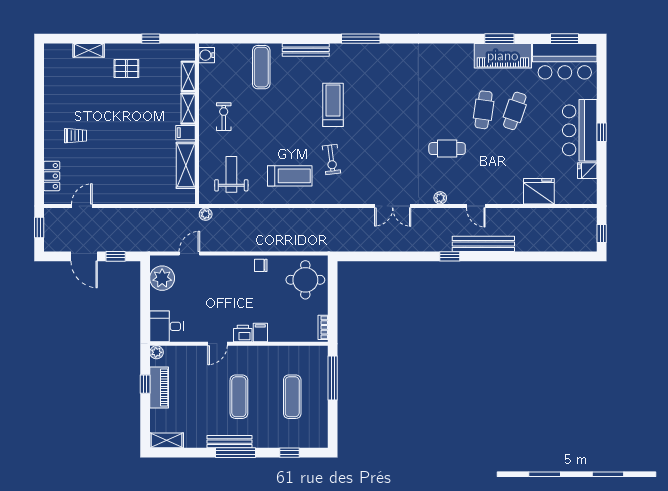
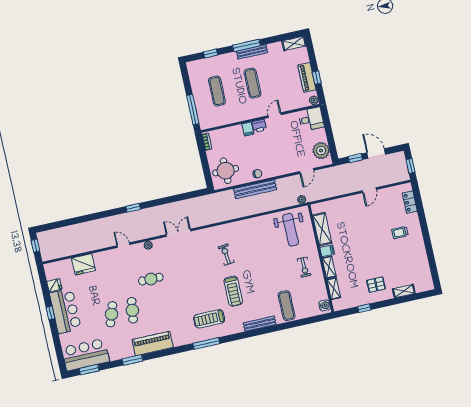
window: (361, 39) -> (206, 343), moved
piano: (503, 56) -> (153, 344), moved
weight bench: (231, 174) -> (290, 230), width x1.36, depth x1.33
treadmill: (290, 176) -> (209, 319), moved
door: (82, 206) -> (369, 190), moved
bench: (483, 244) -> (255, 189), moved

